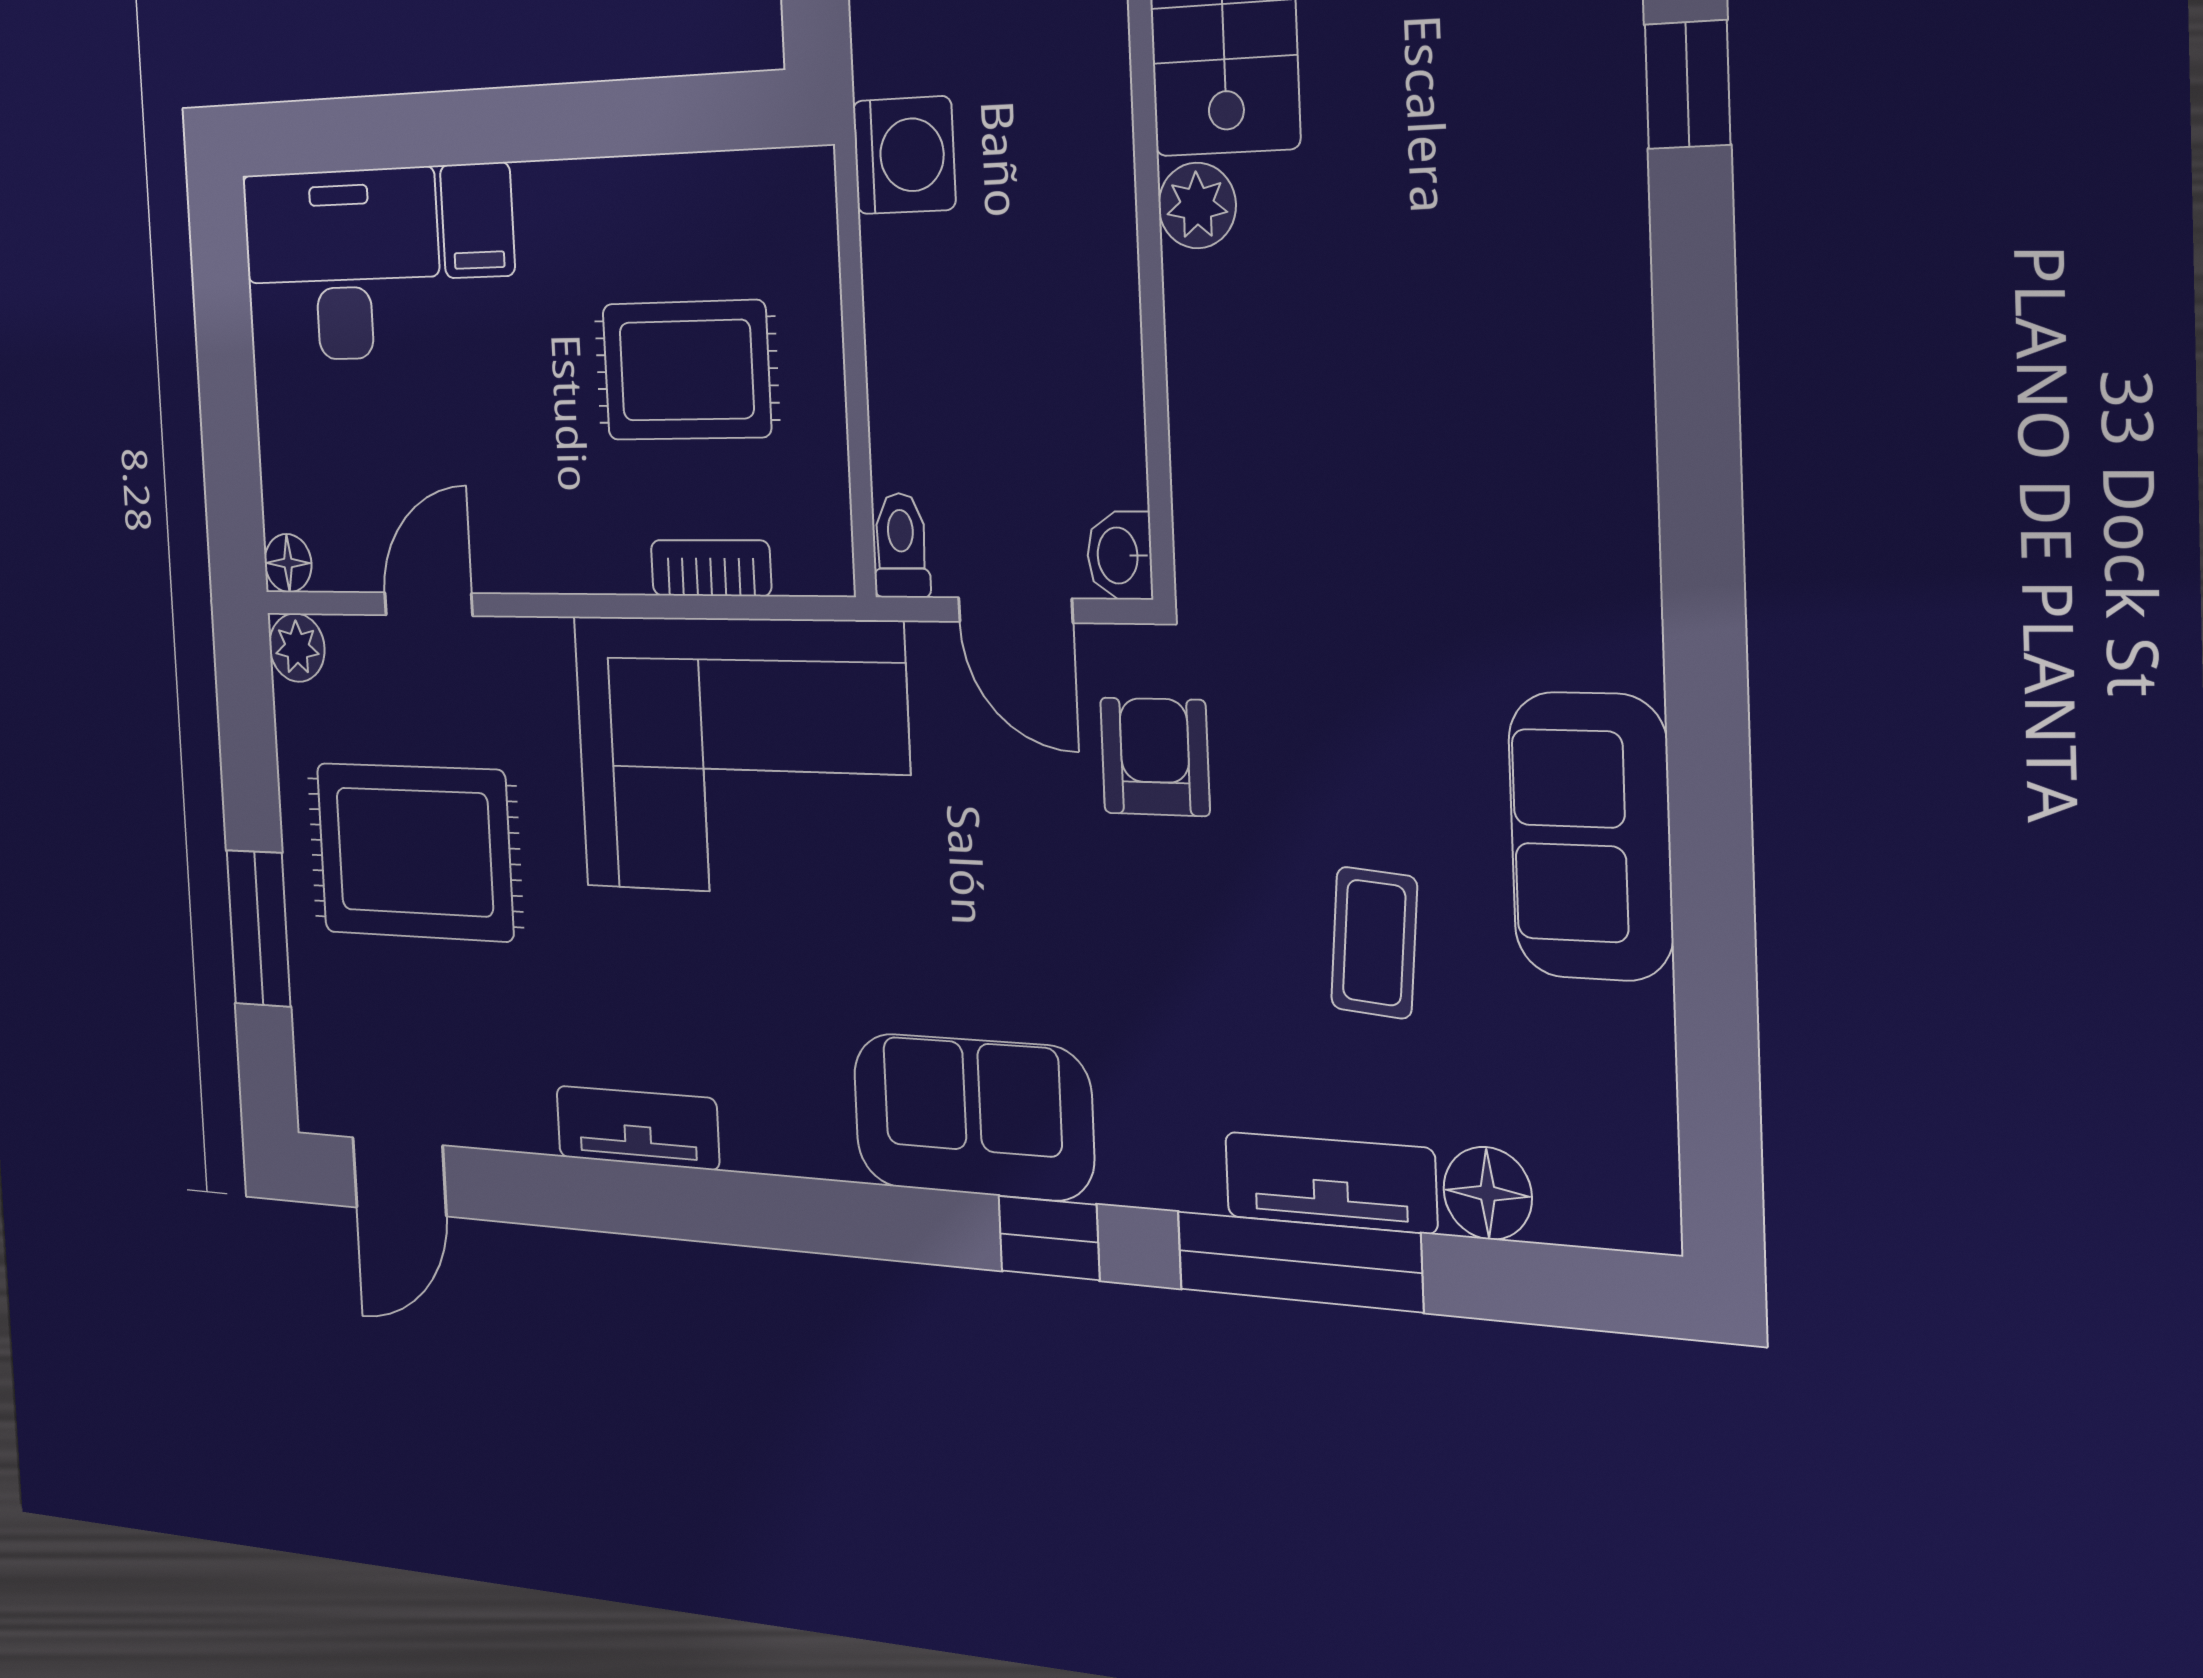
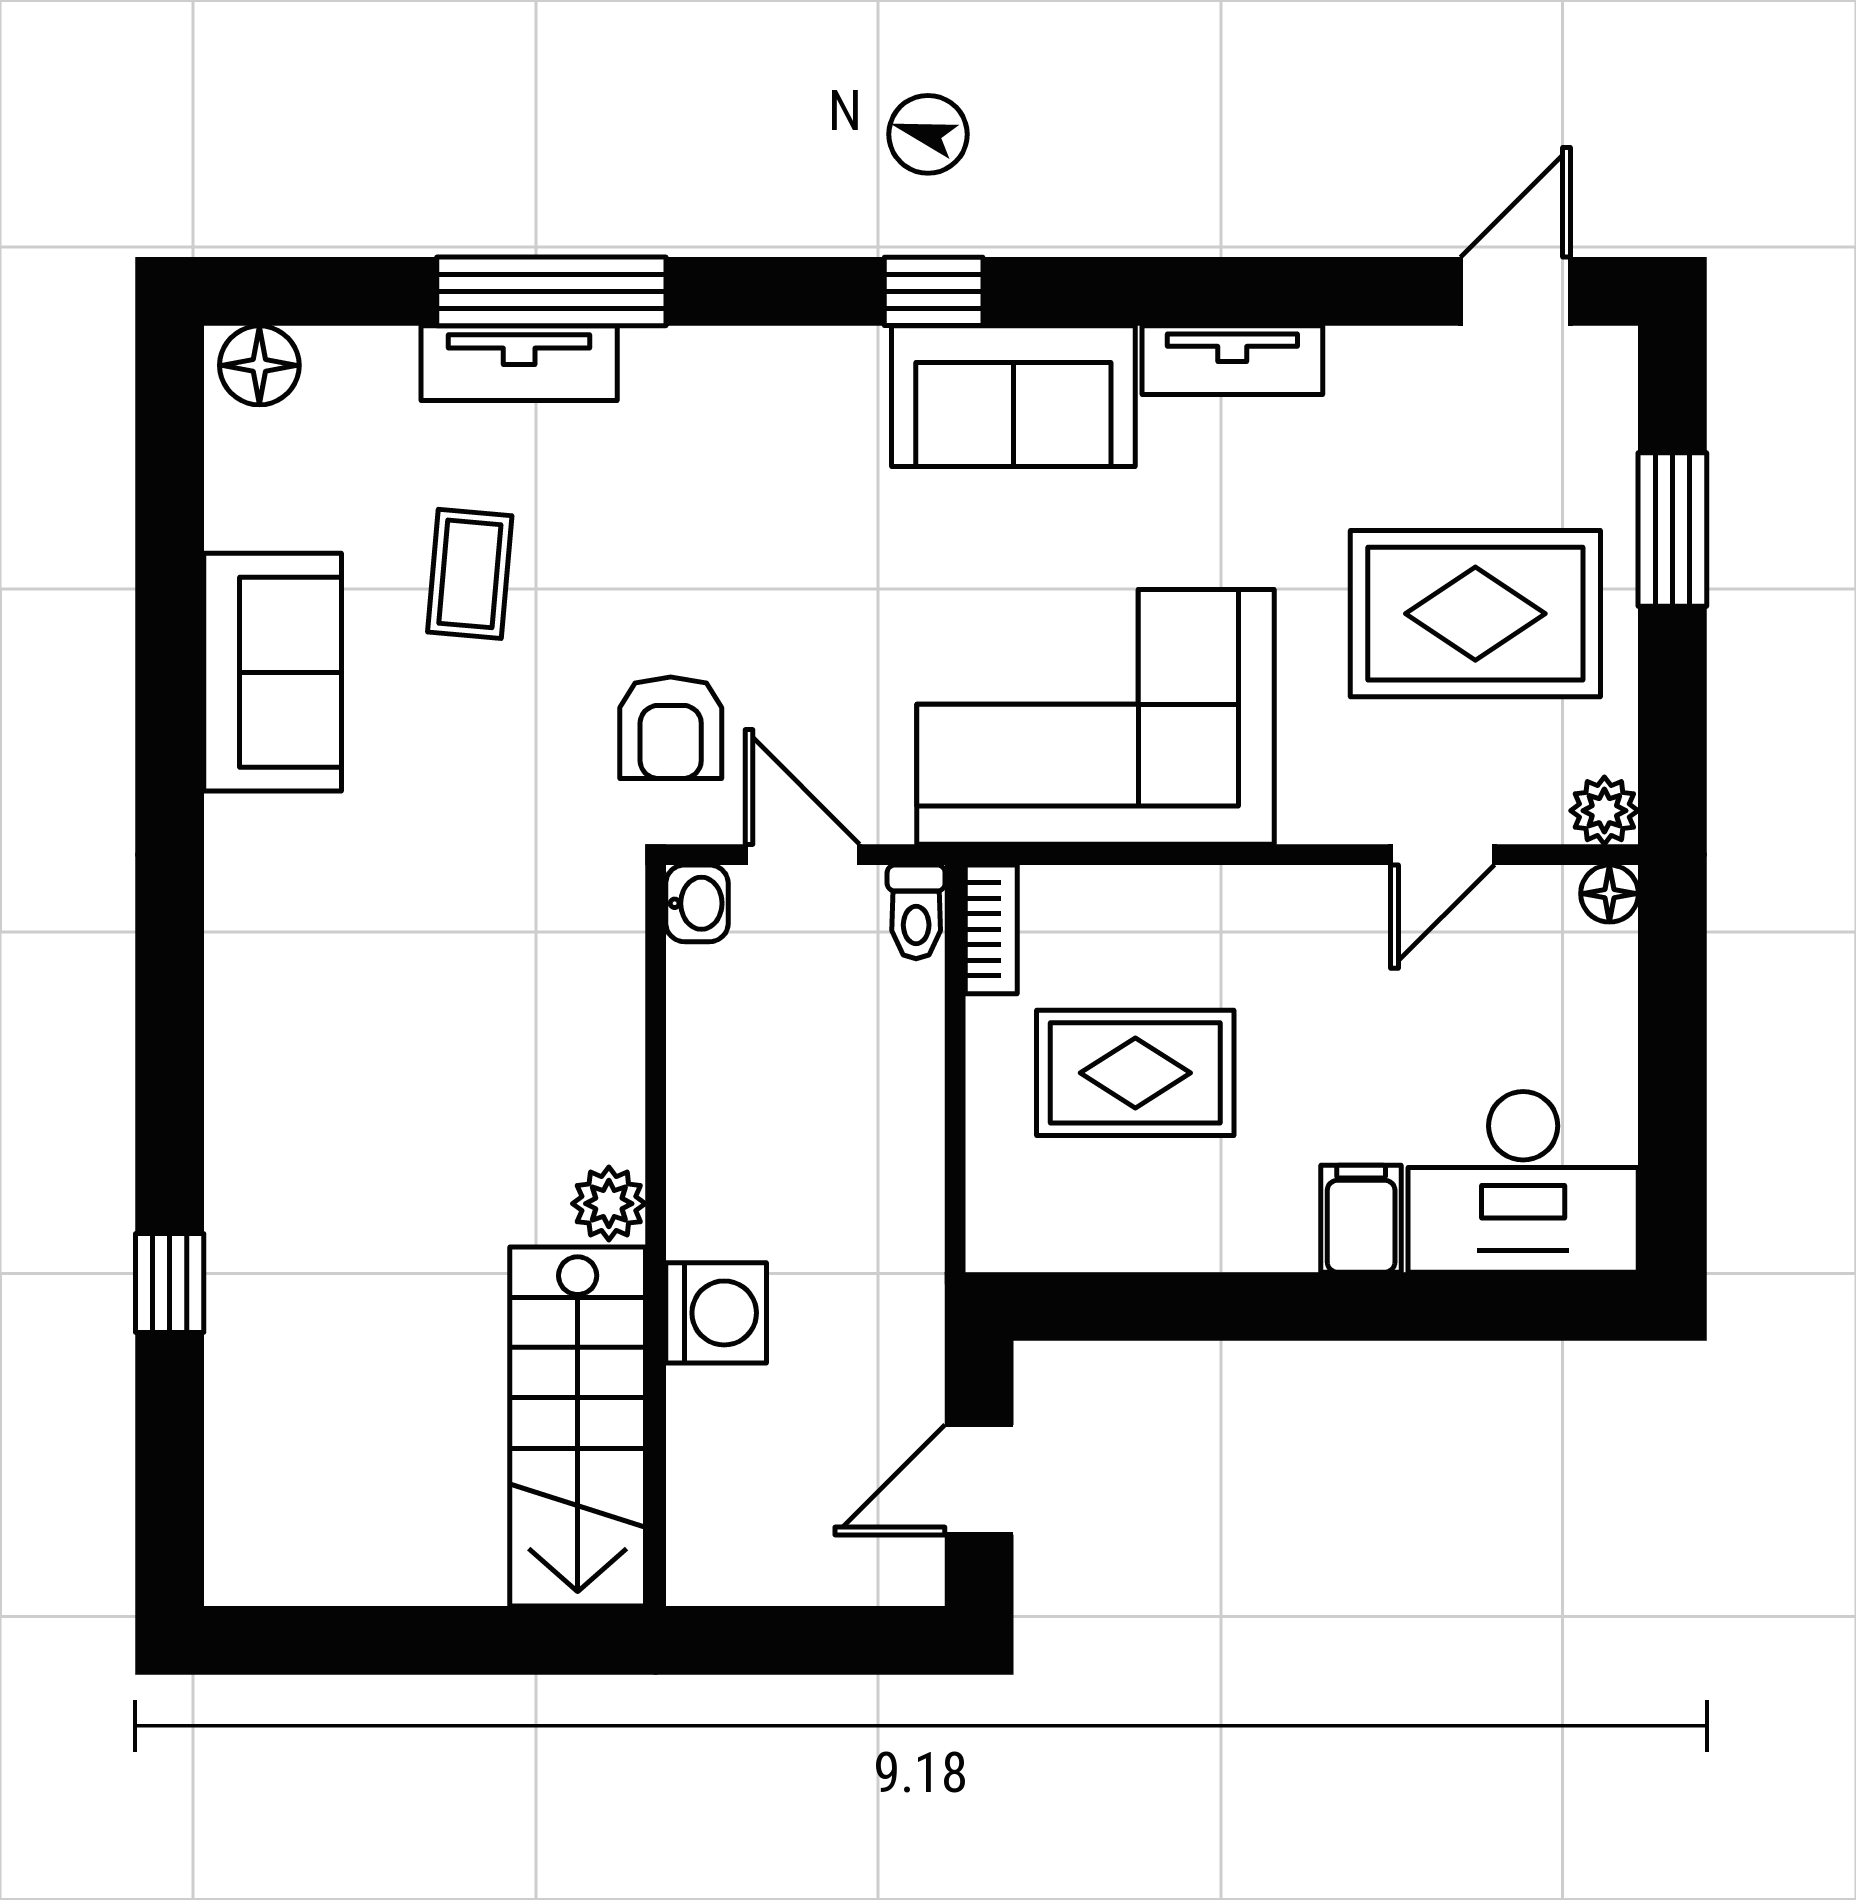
washing machine: (904, 155) -> (716, 1313), moved, turned 180
bookcase: (711, 568) -> (991, 929), moved, turned -90
sofa: (973, 1117) -> (1013, 396), moved
floor lamp: (1488, 1193) -> (259, 365), moved
window: (1049, 1238) -> (934, 291), moved

